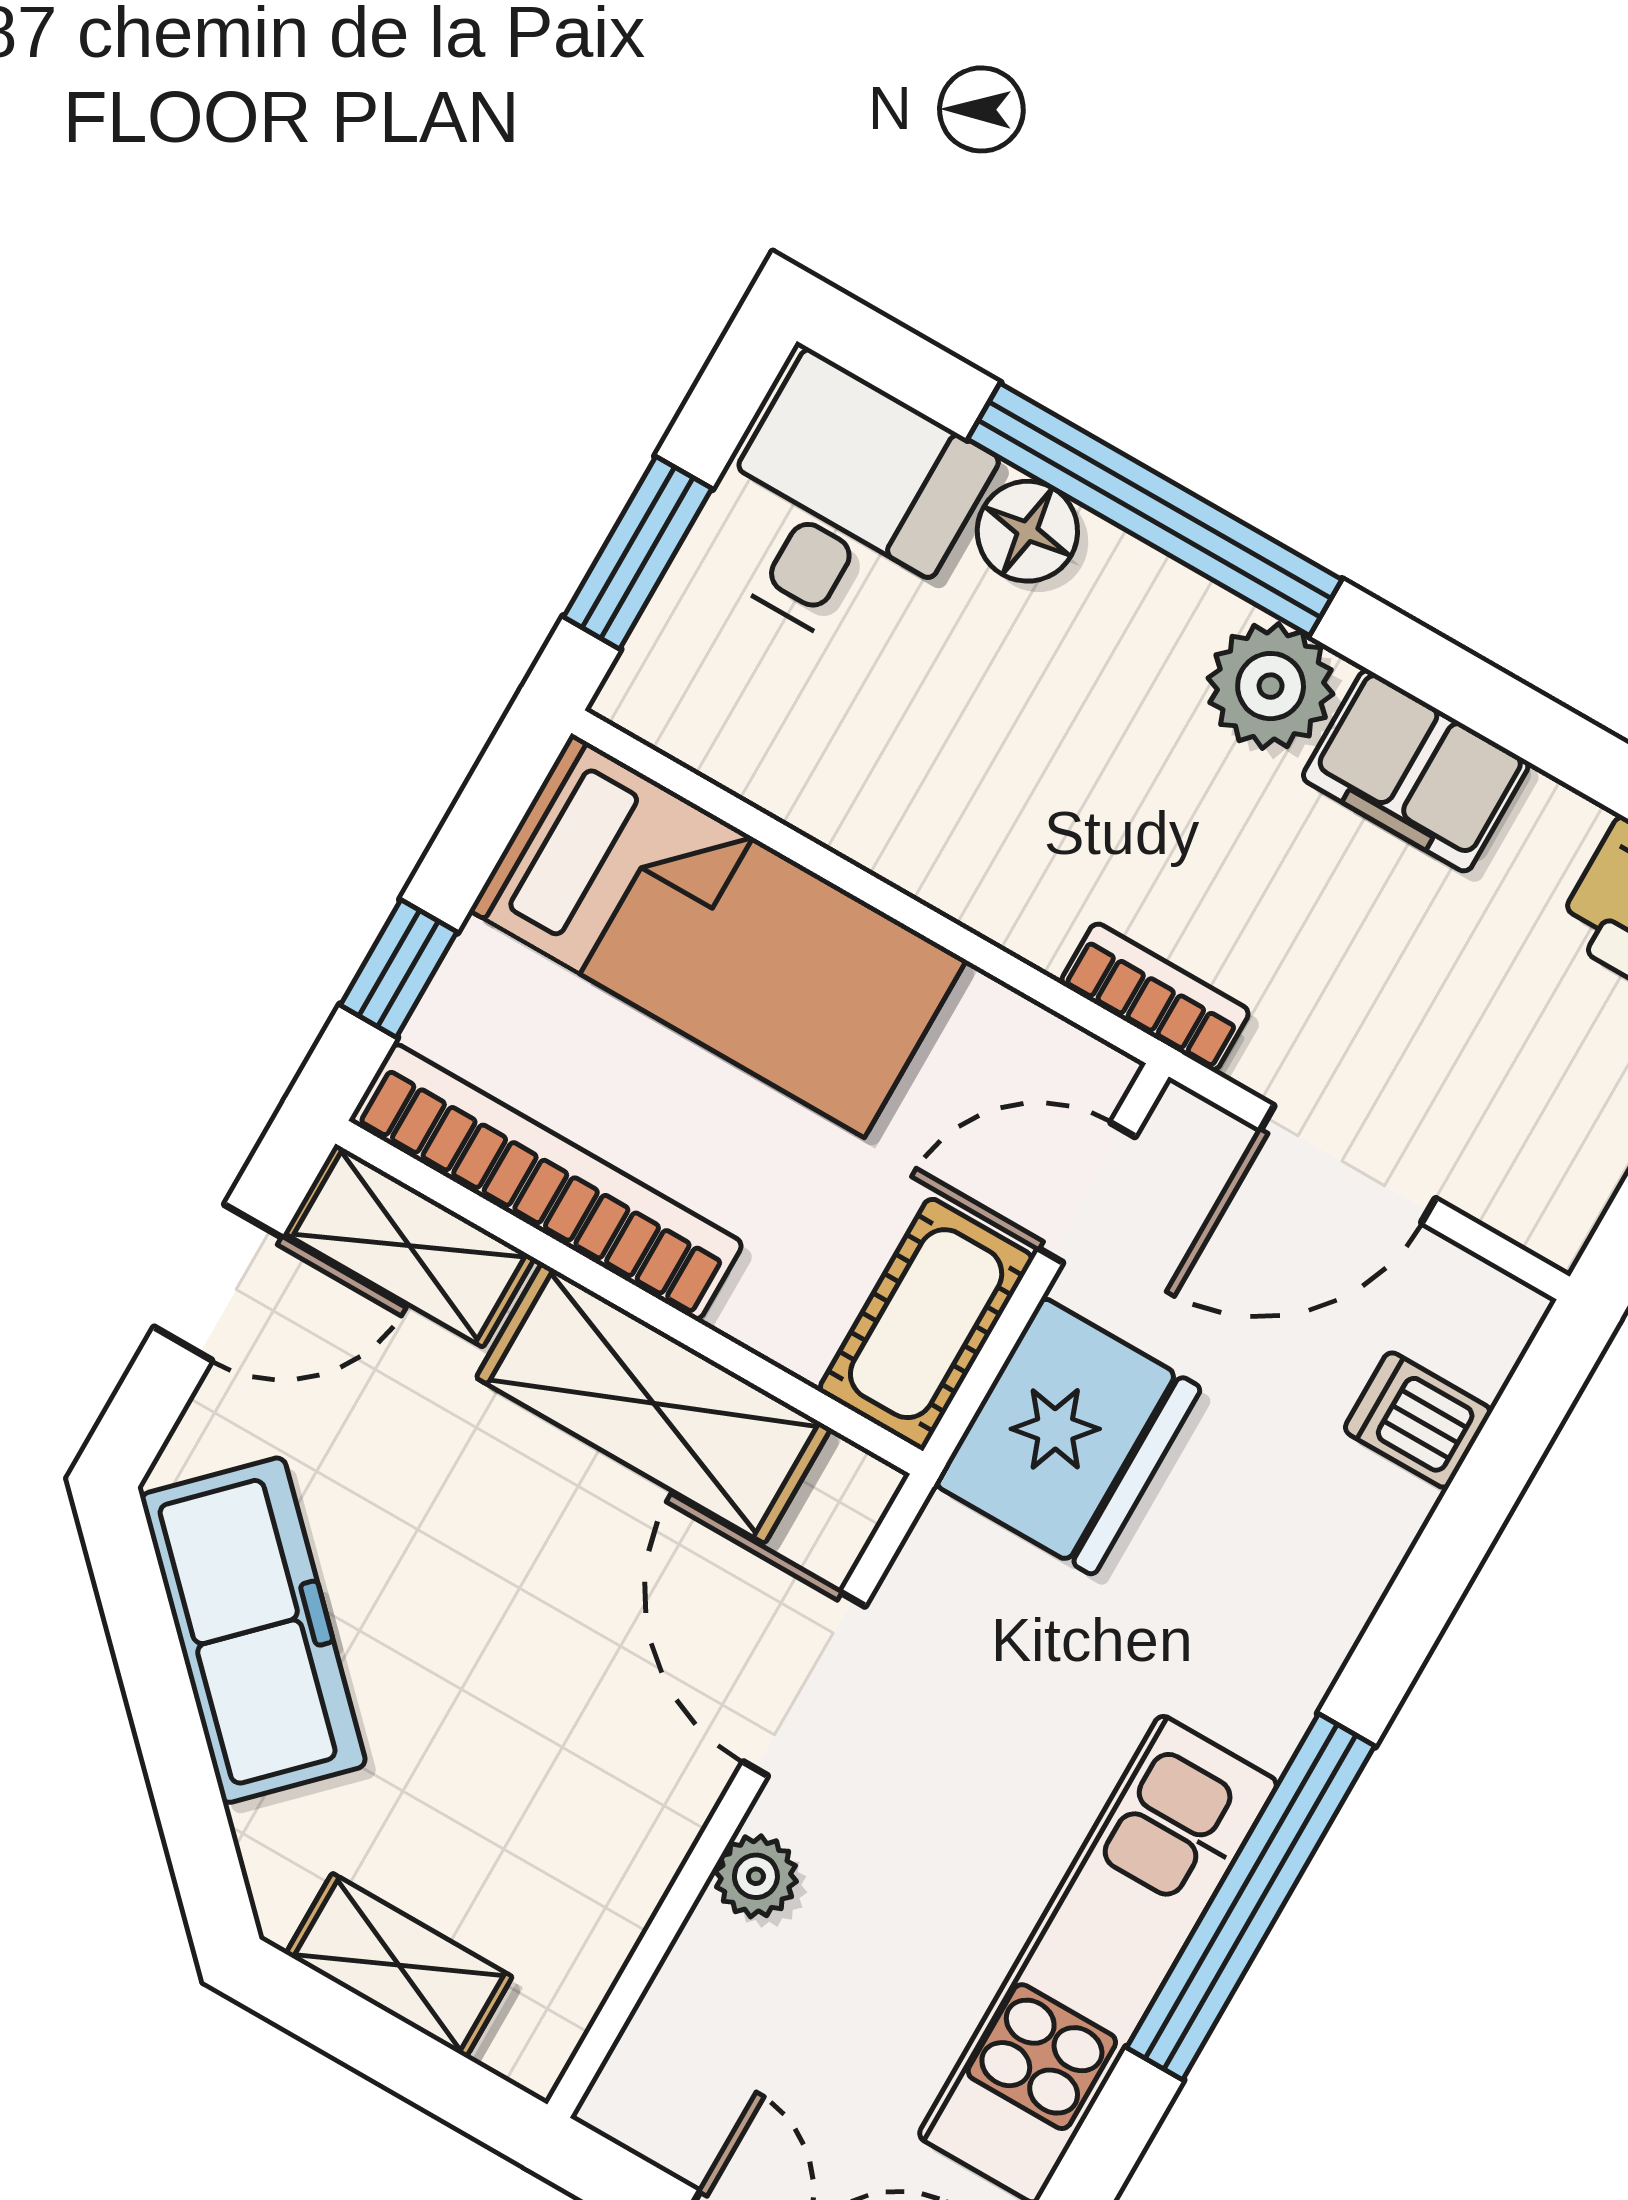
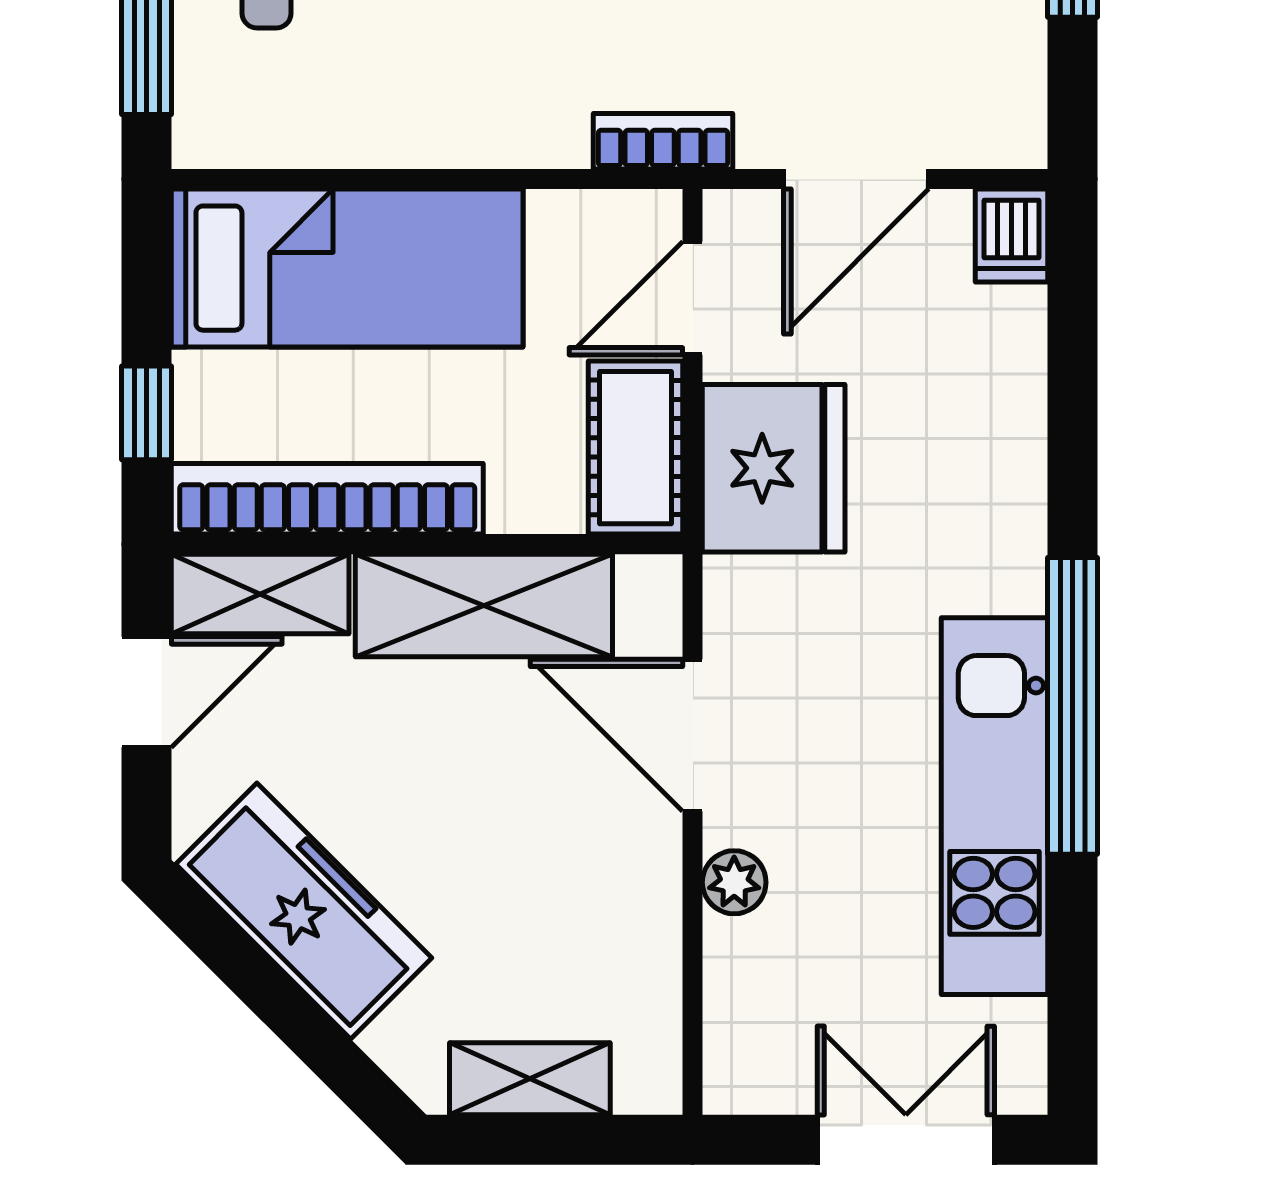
dishwasher: (1418, 1420) -> (1012, 235), moved, turned -90

